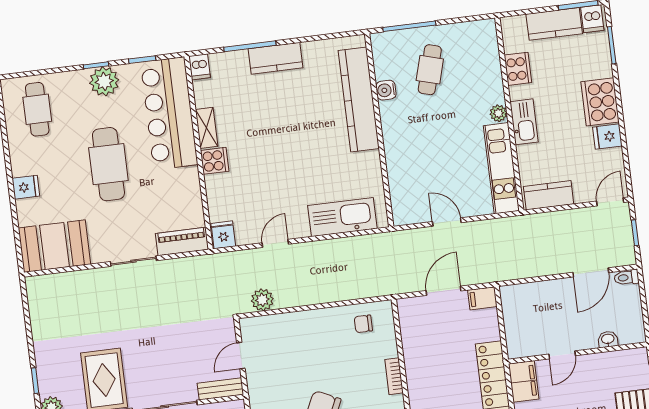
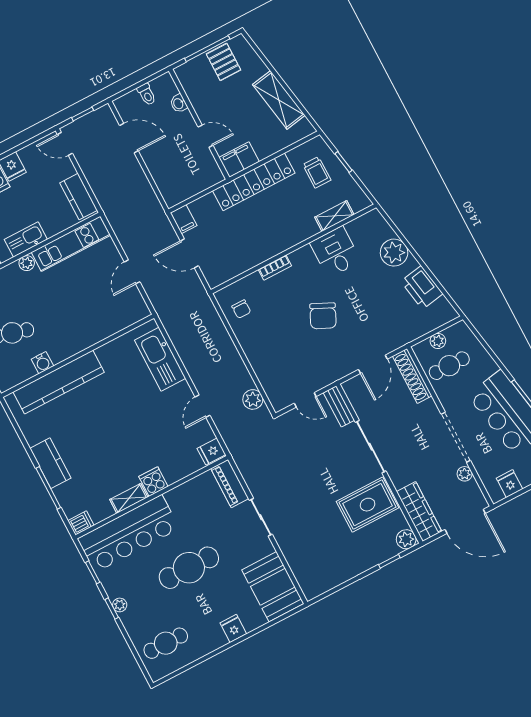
plant: (104, 81) -> (120, 605), width x0.53, depth x0.53
door: (275, 243) -> (203, 406), hinge flipped
toilet: (626, 277) -> (147, 94), moved

